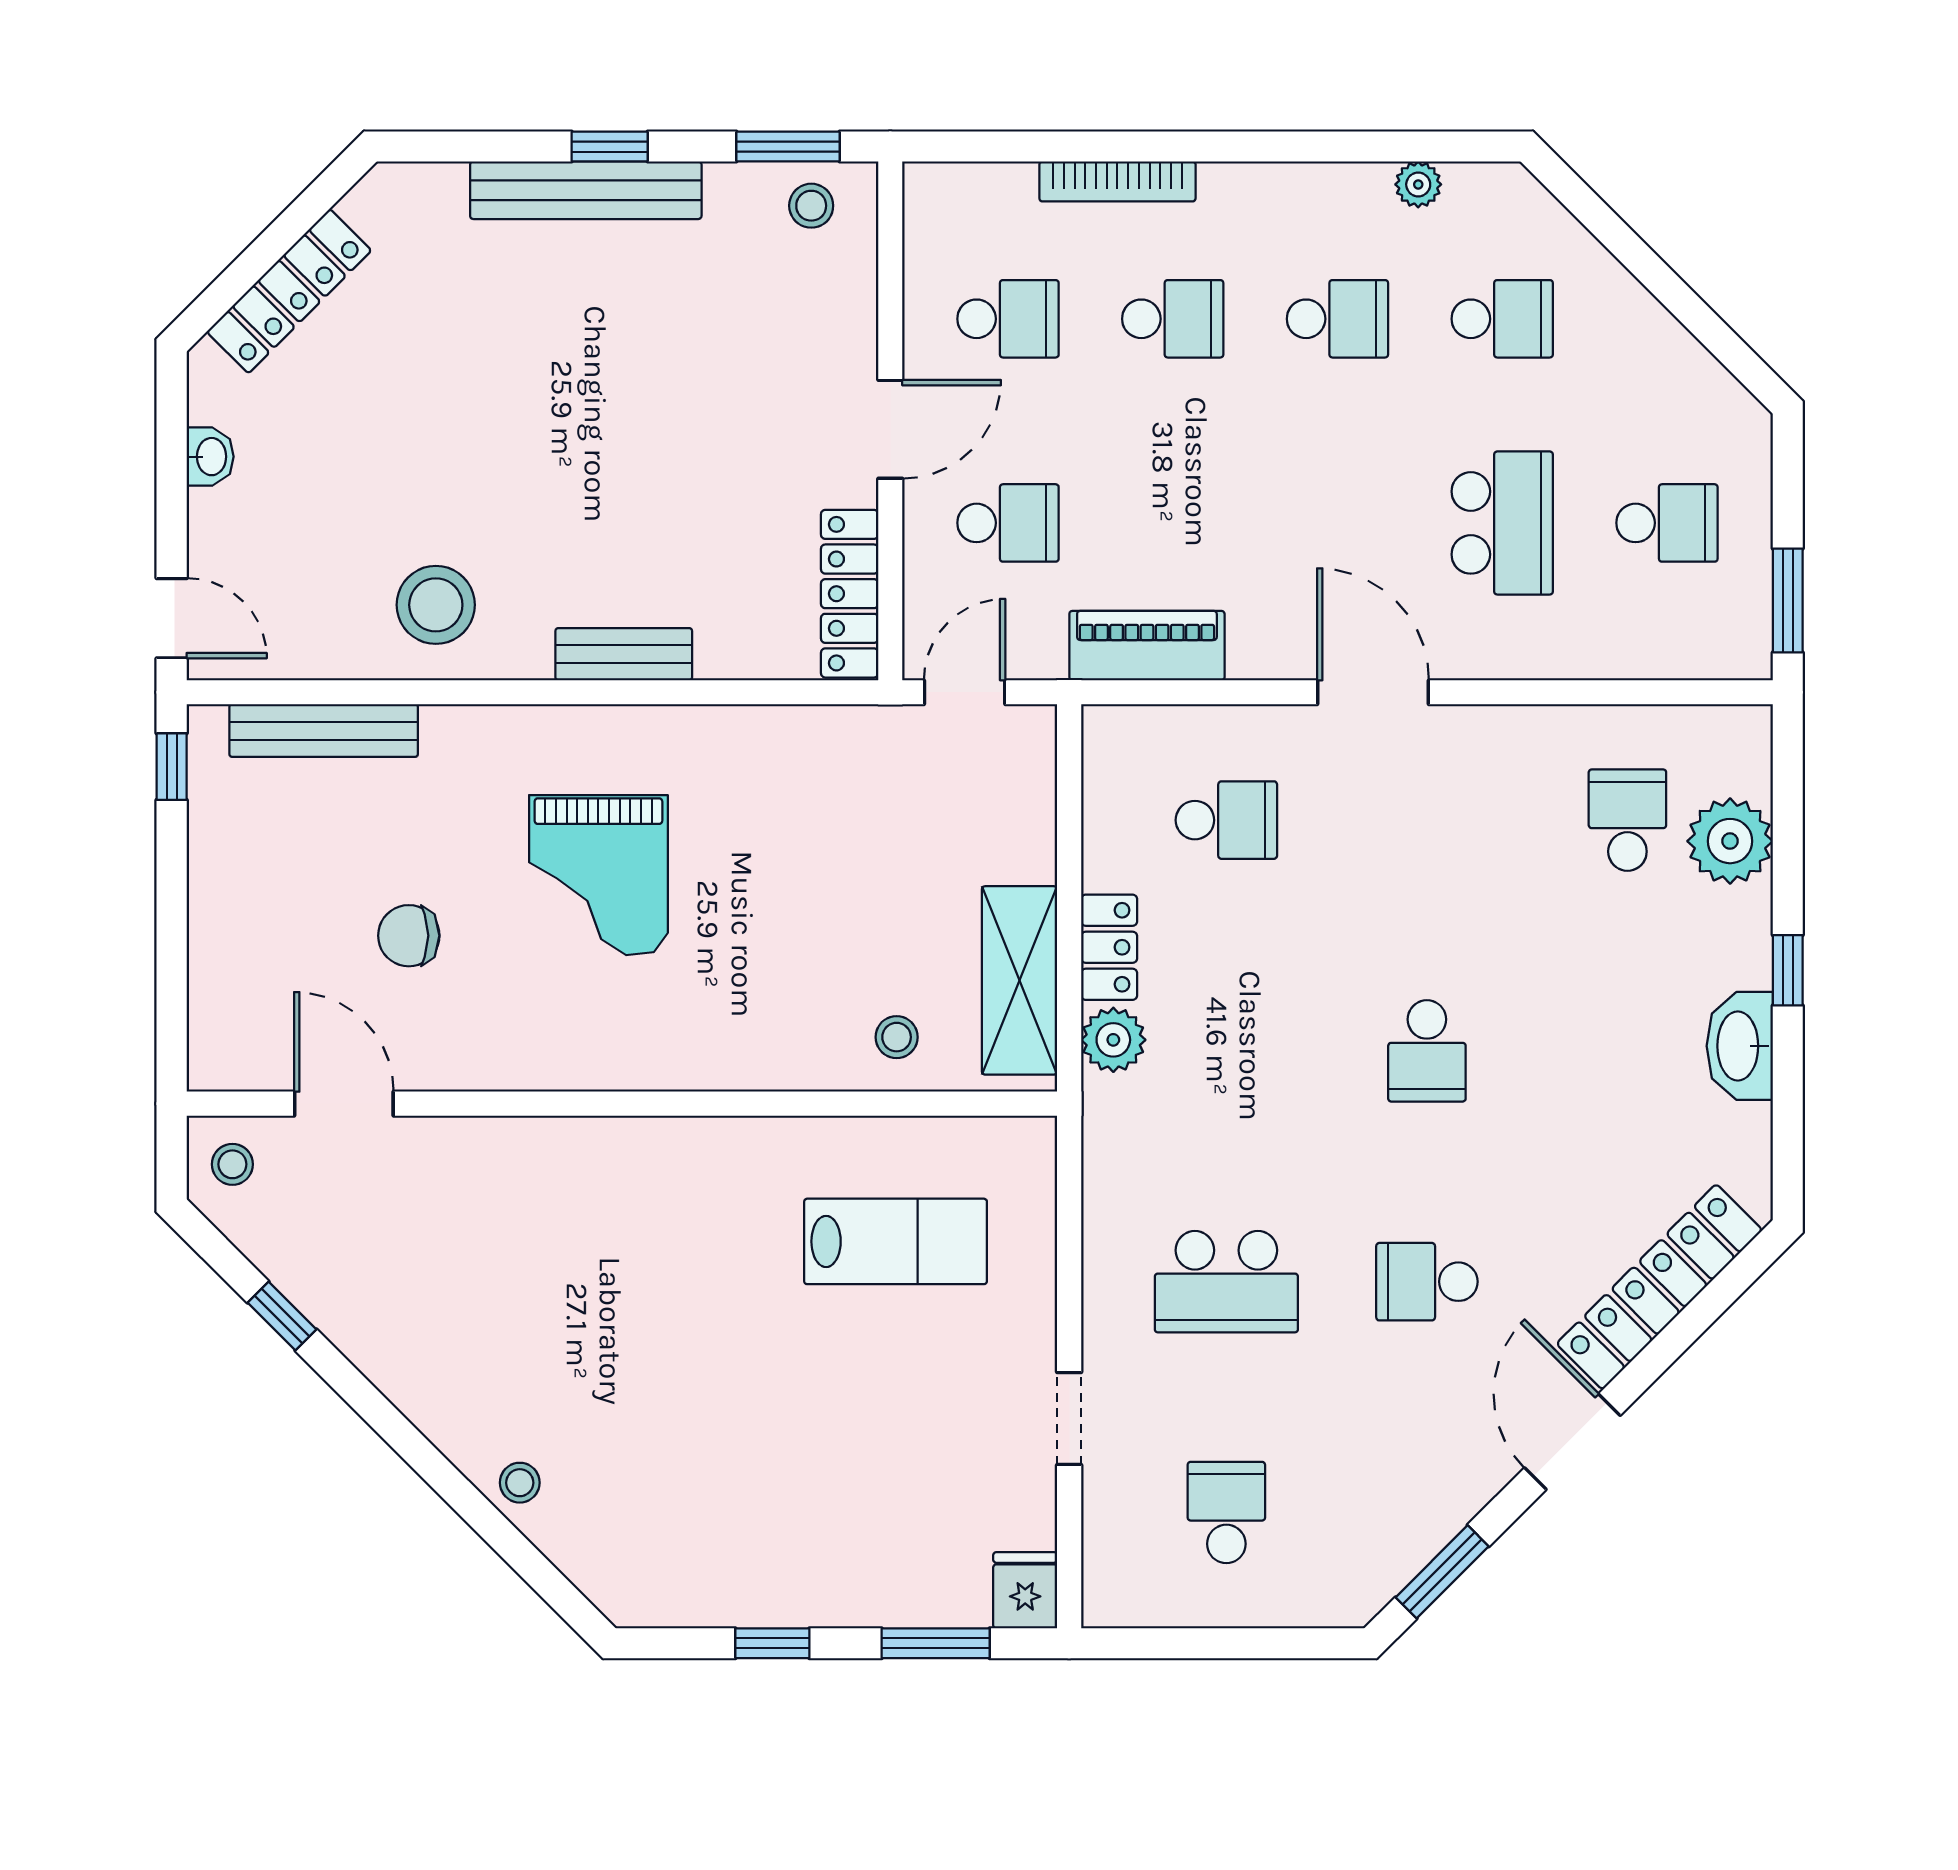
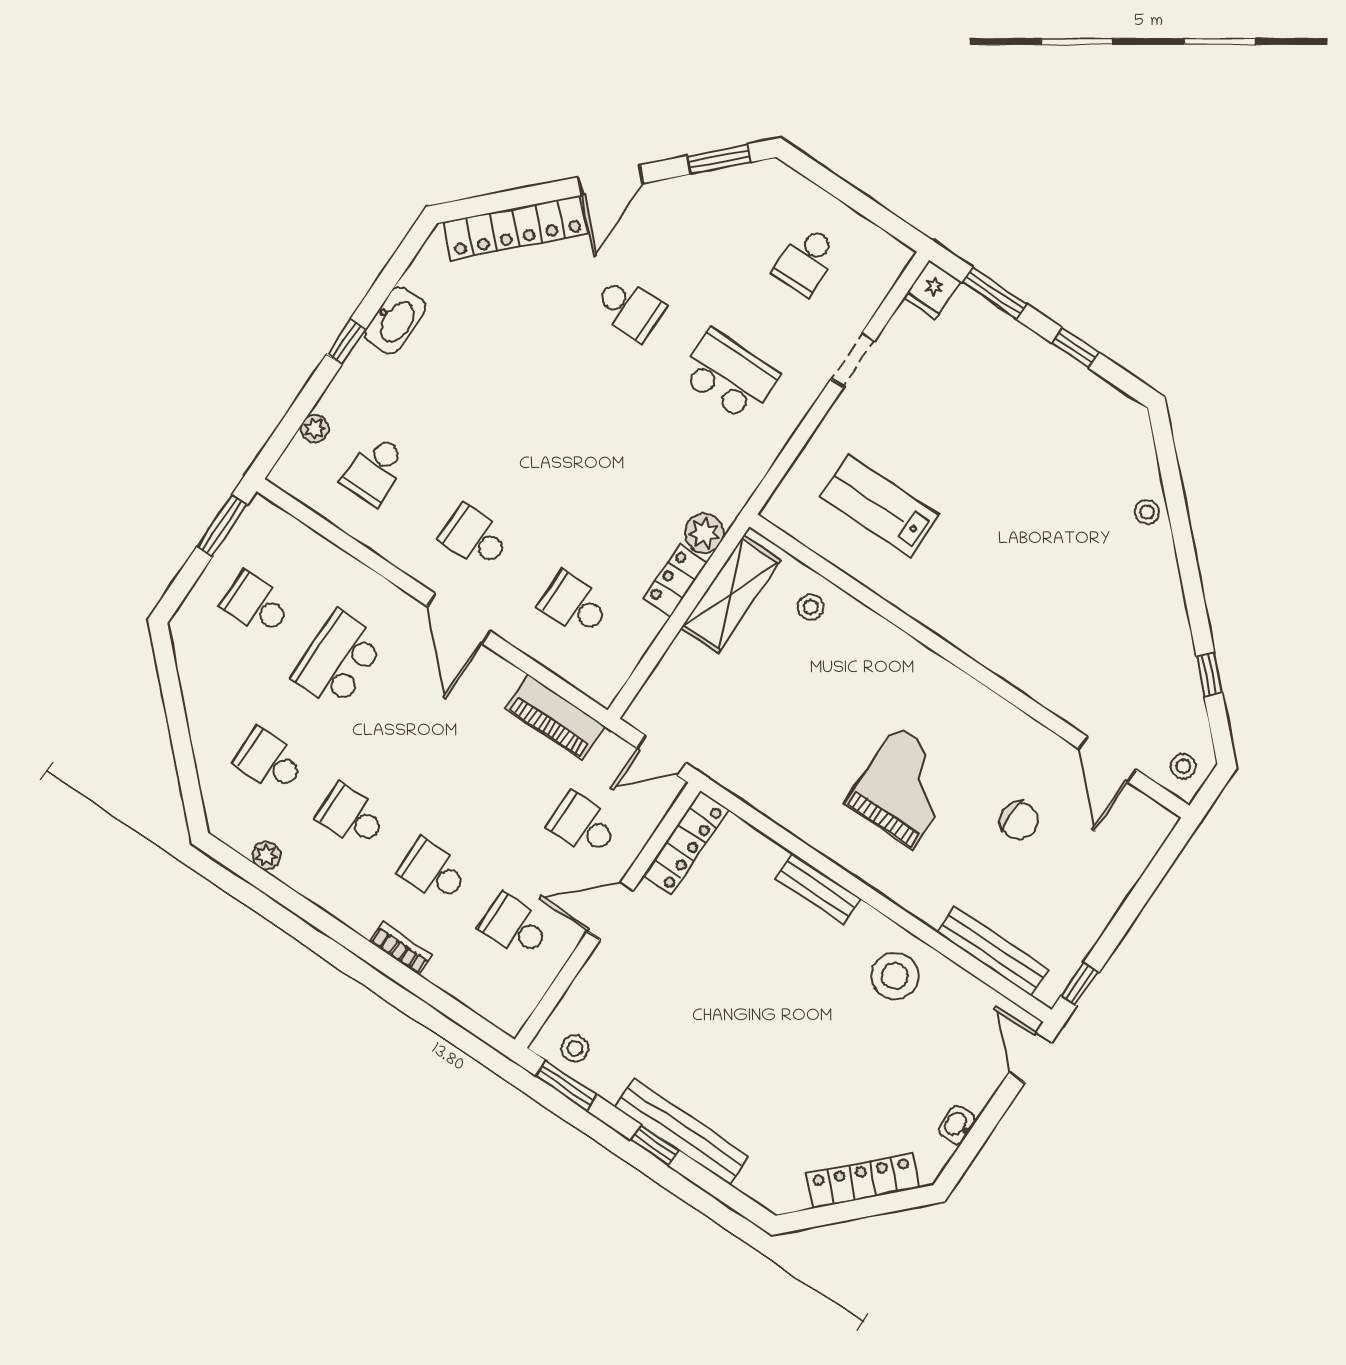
bookcase: (1117, 181) -> (401, 948), width x0.64
plant: (1730, 841) -> (315, 429), width x0.53, depth x0.53
school desk: (1427, 1051) -> (475, 537), moved, turned -90

